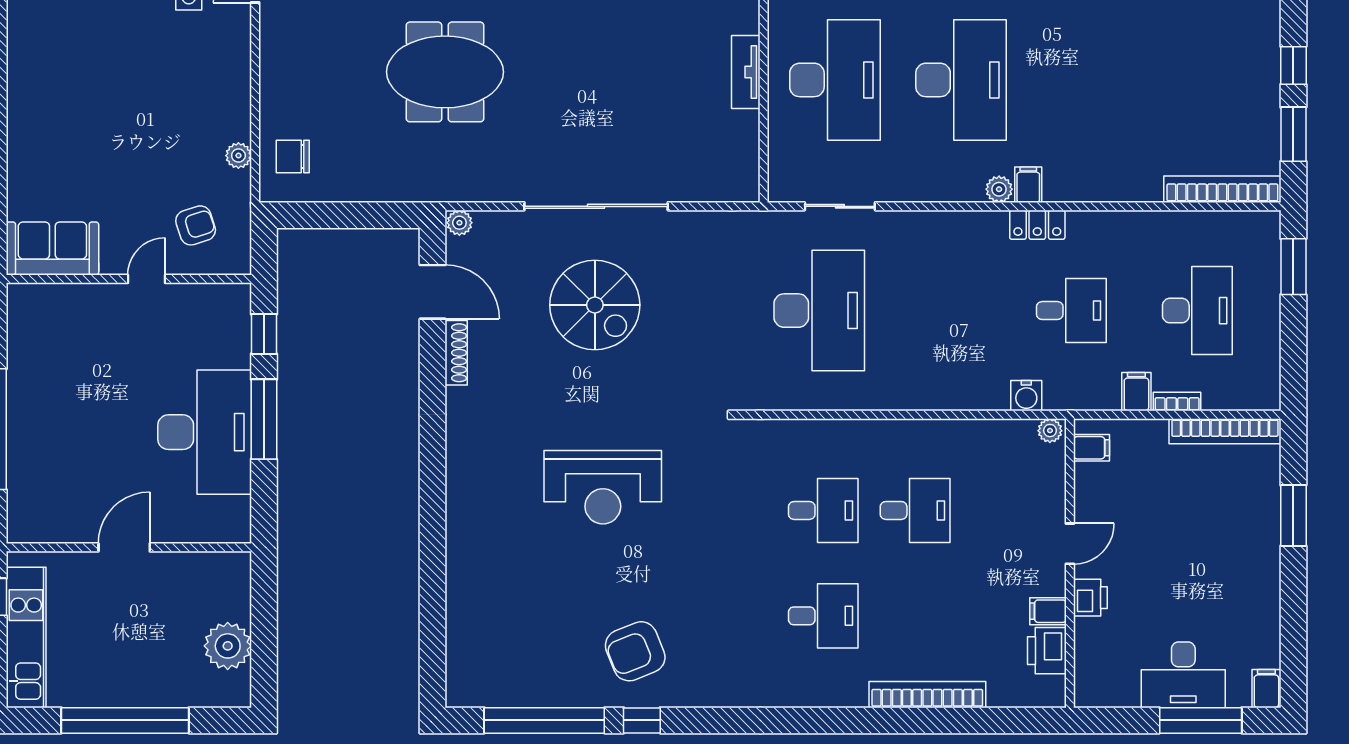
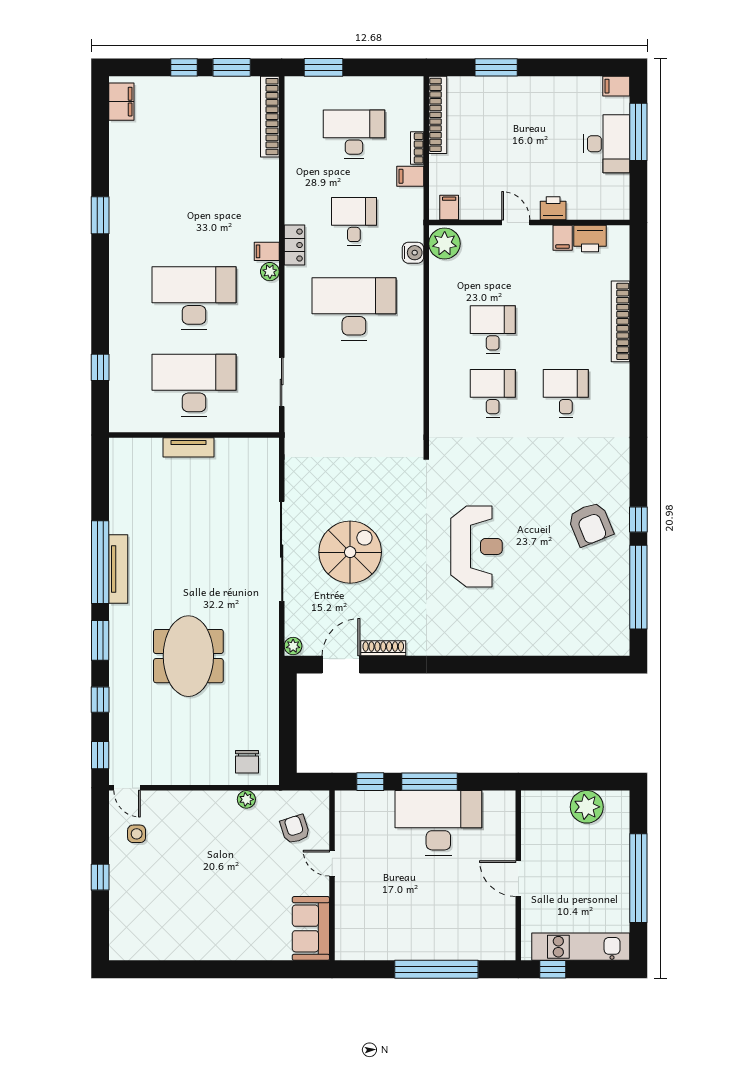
desk: (819, 311) -> (354, 309), moved
plant: (1050, 431) -> (445, 244), width x1.88, depth x1.88

